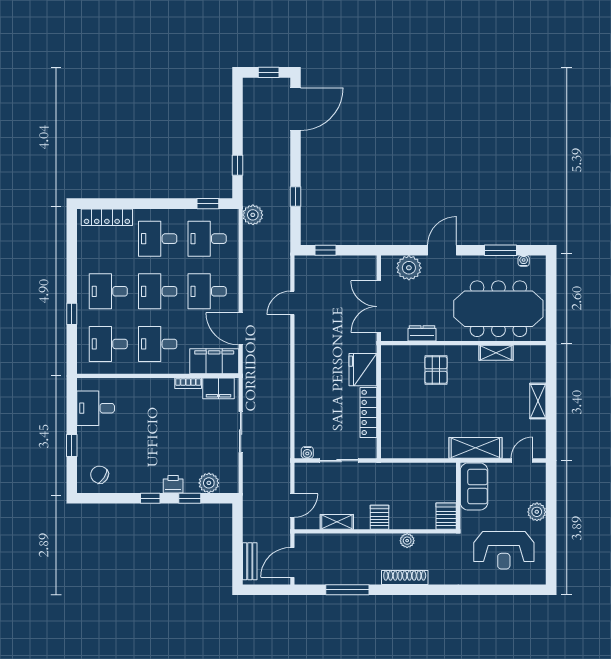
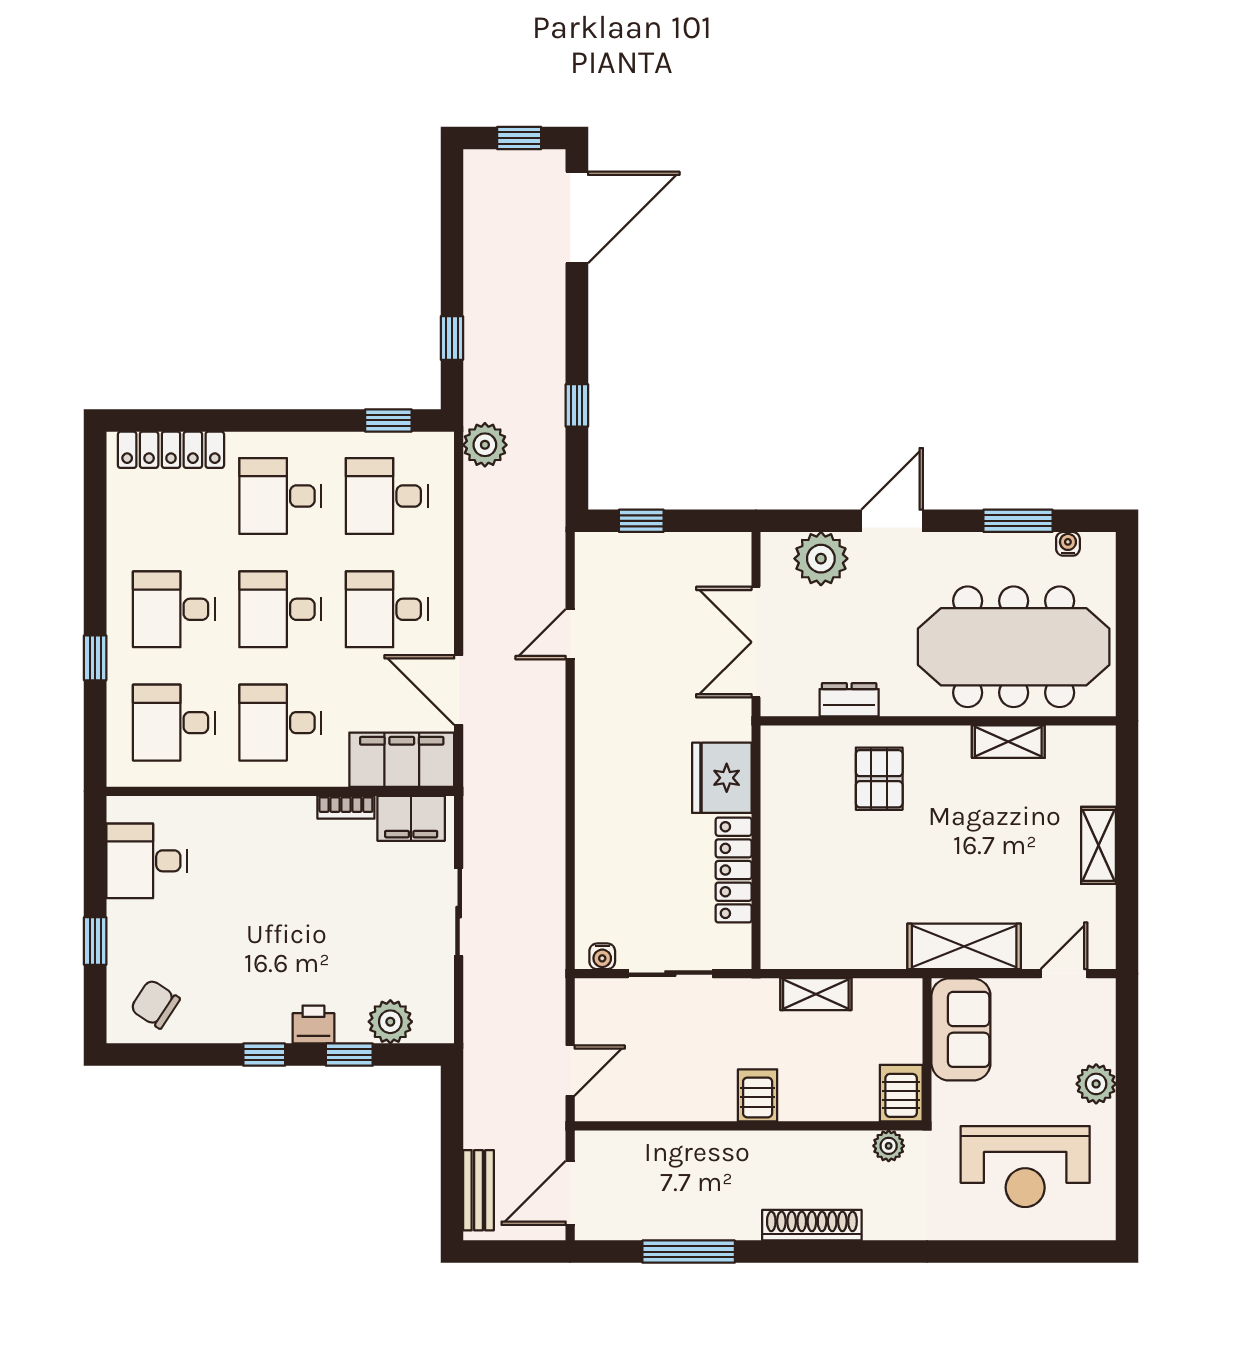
shelving: (337, 522) -> (816, 994), moved
plant: (407, 541) -> (889, 1146), moved

